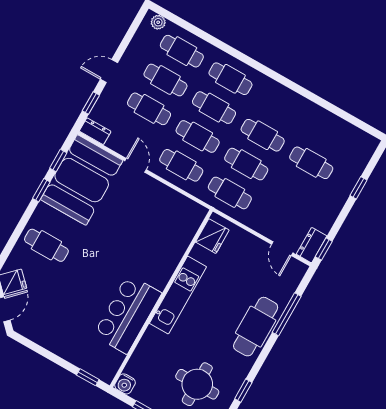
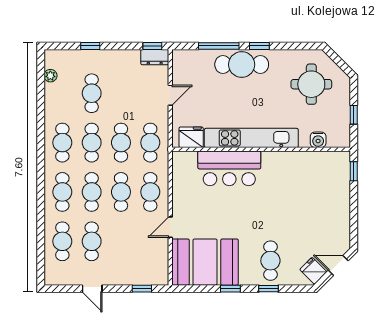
plant: (158, 22) -> (50, 76), moved
door: (109, 71) -> (92, 289), moved
cafe table: (149, 109) -> (62, 143), moved
dresser: (95, 131) -> (162, 273), removed
window: (58, 160) -> (269, 289), moved
door: (282, 249) -> (170, 95), moved
kitchen unit: (178, 295) -> (251, 138), width x1.36
bar counter: (127, 314) -> (229, 168), moved
water cooler: (125, 384) -> (318, 140), moved, turned 90
window: (243, 391) -> (259, 46), moved

